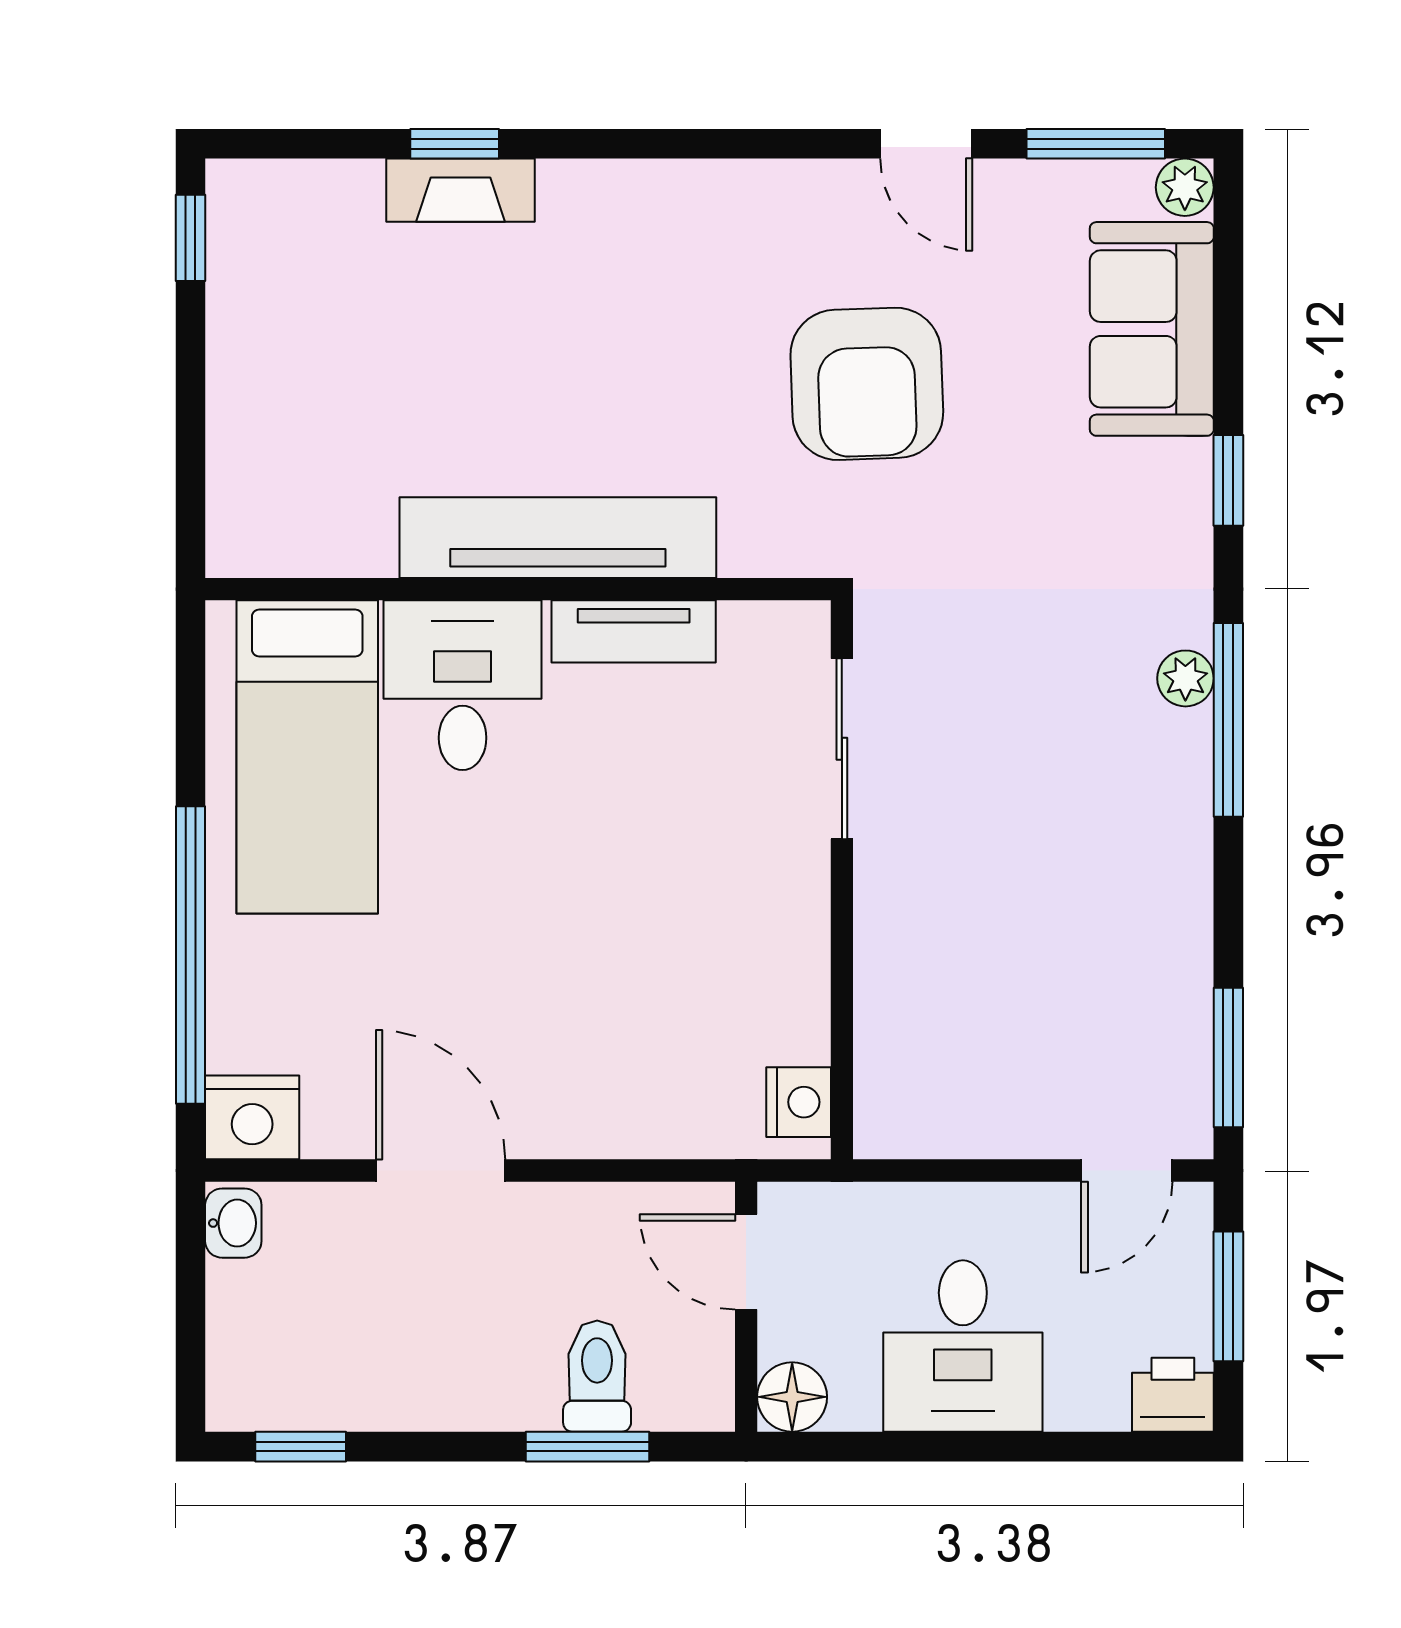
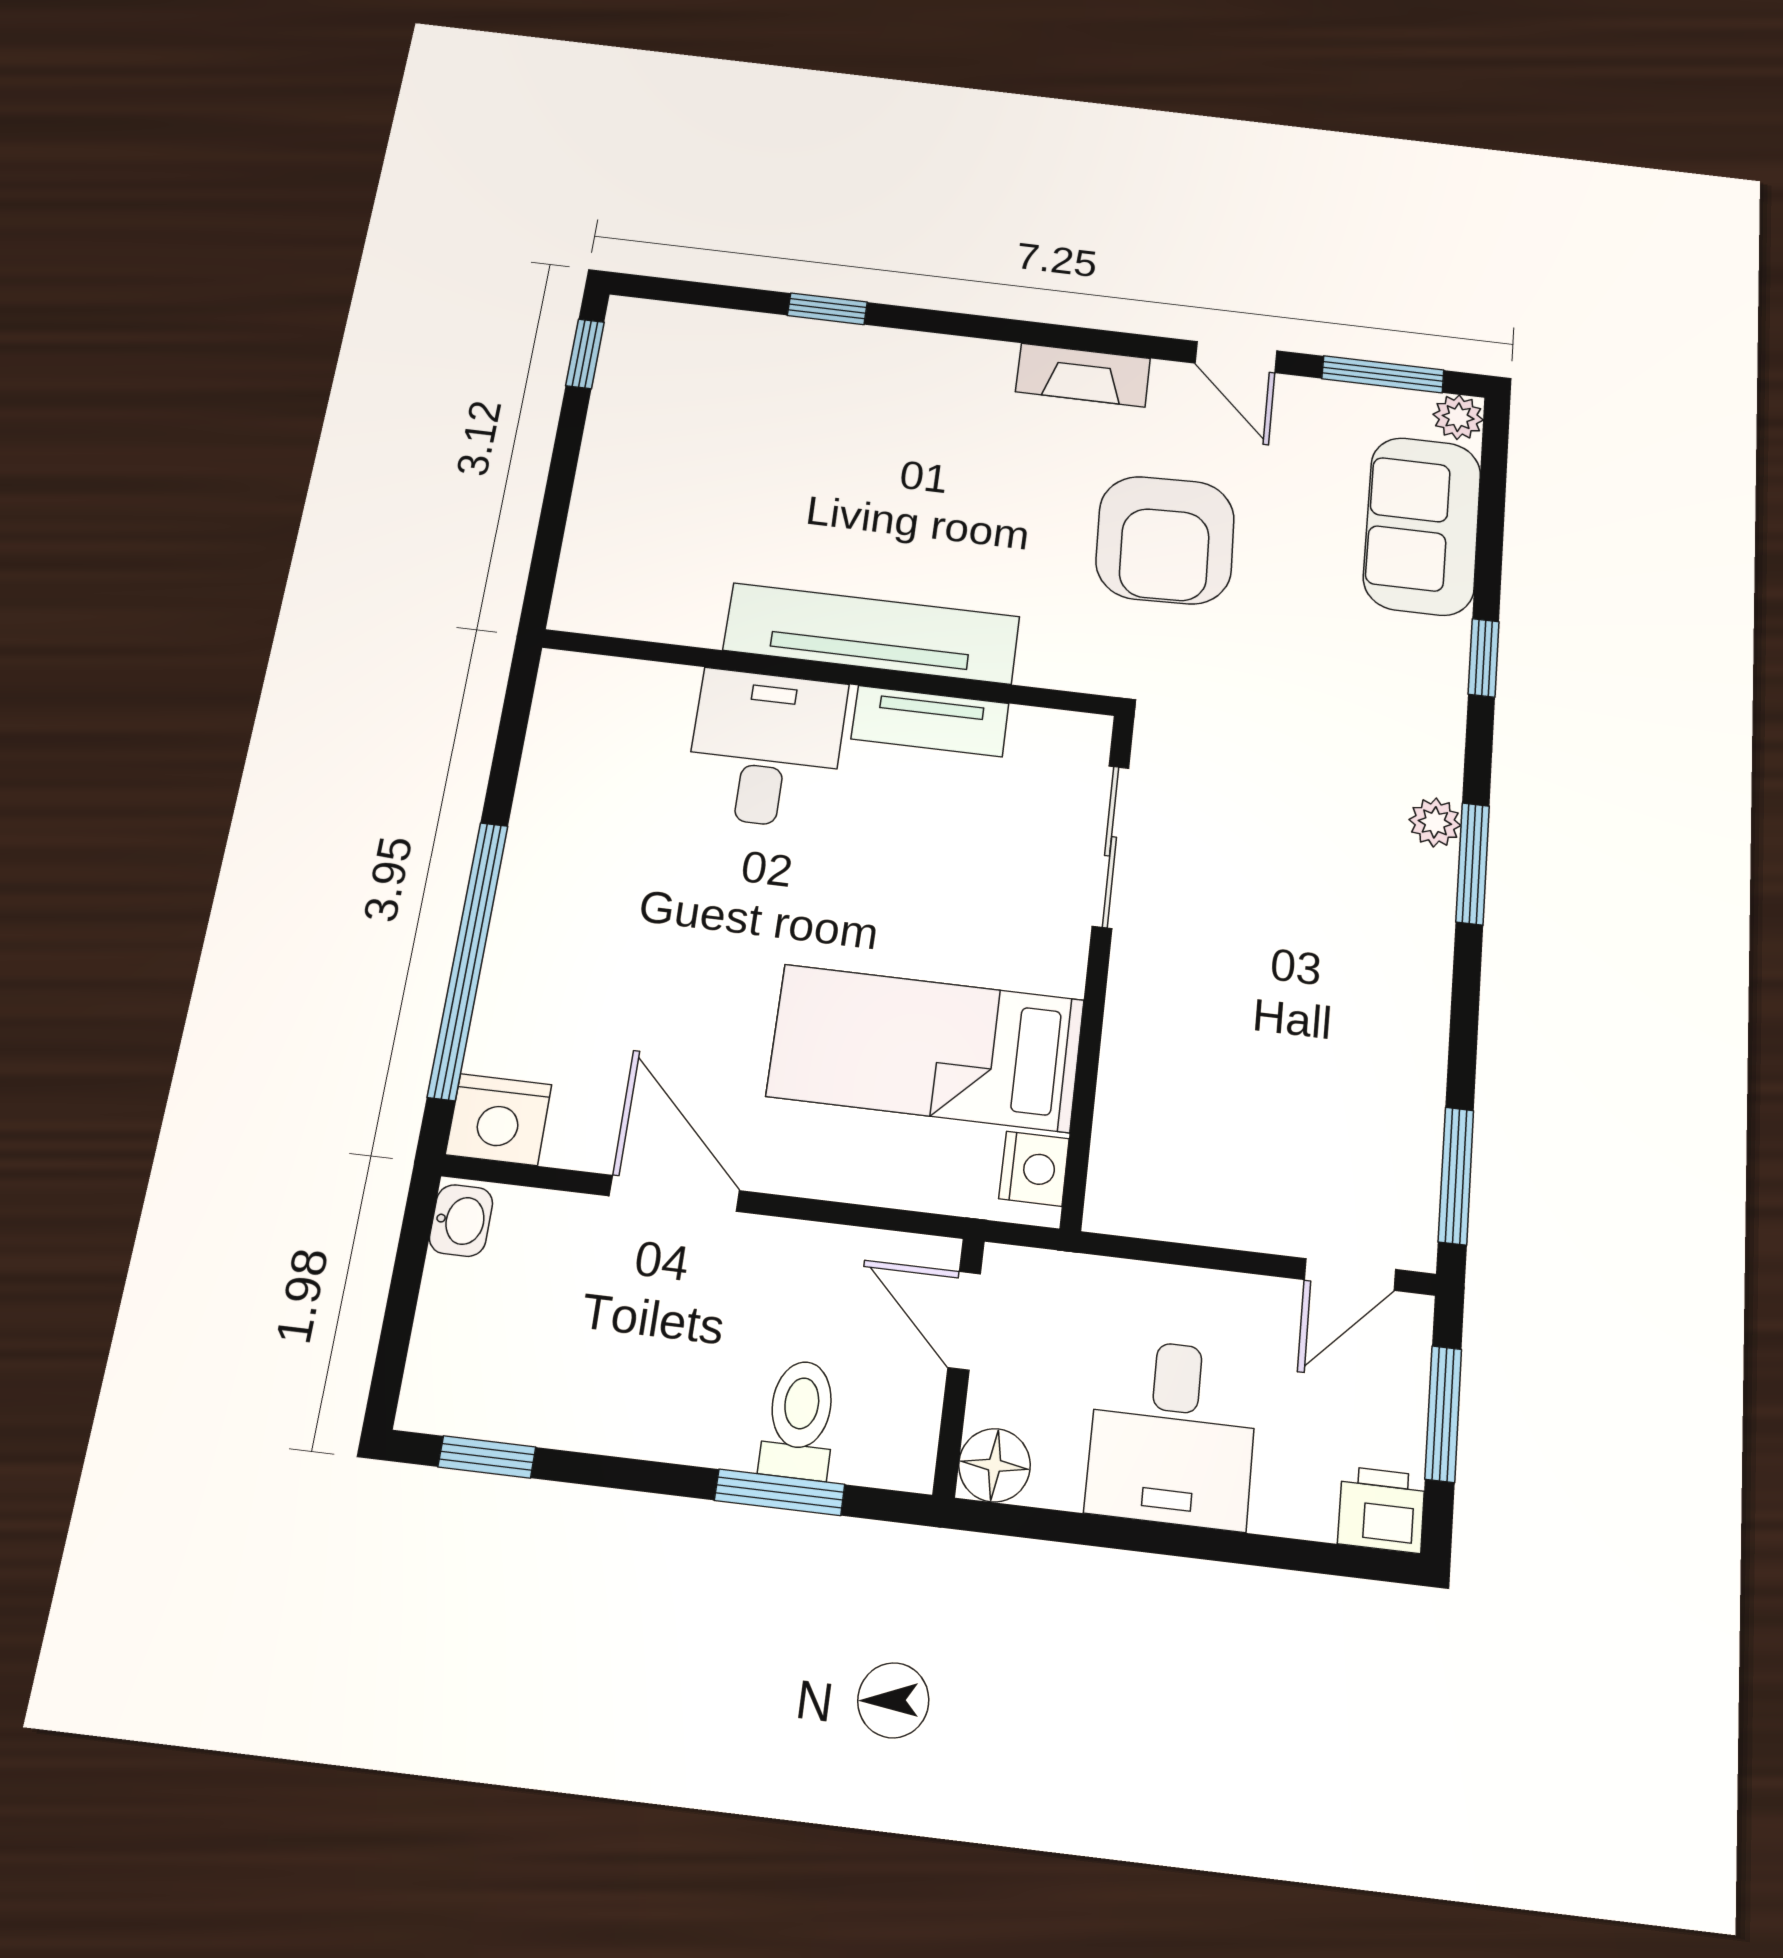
fireplace: (460, 190) -> (1083, 375), moved
window: (1228, 720) -> (1473, 864), width x0.69
bed: (307, 757) -> (926, 1048), moved, turned 90

